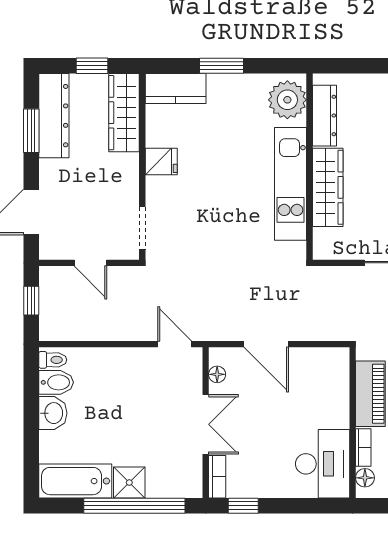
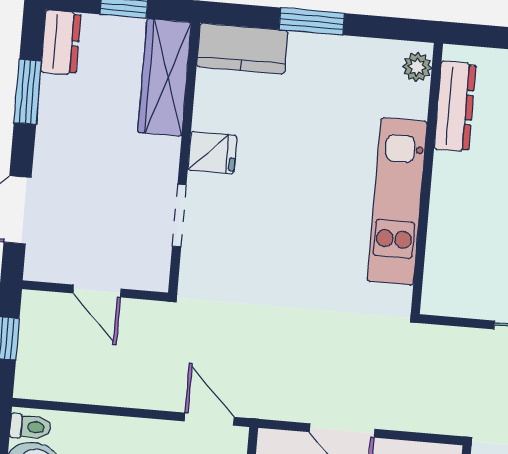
plant: (287, 100) -> (417, 67), width x0.53, depth x0.53
dresser: (54, 116) -> (61, 42), width x0.51, depth x0.80
wardrobe: (328, 187) -> (451, 211), removed
doorway: (142, 228) -> (179, 215), moved

